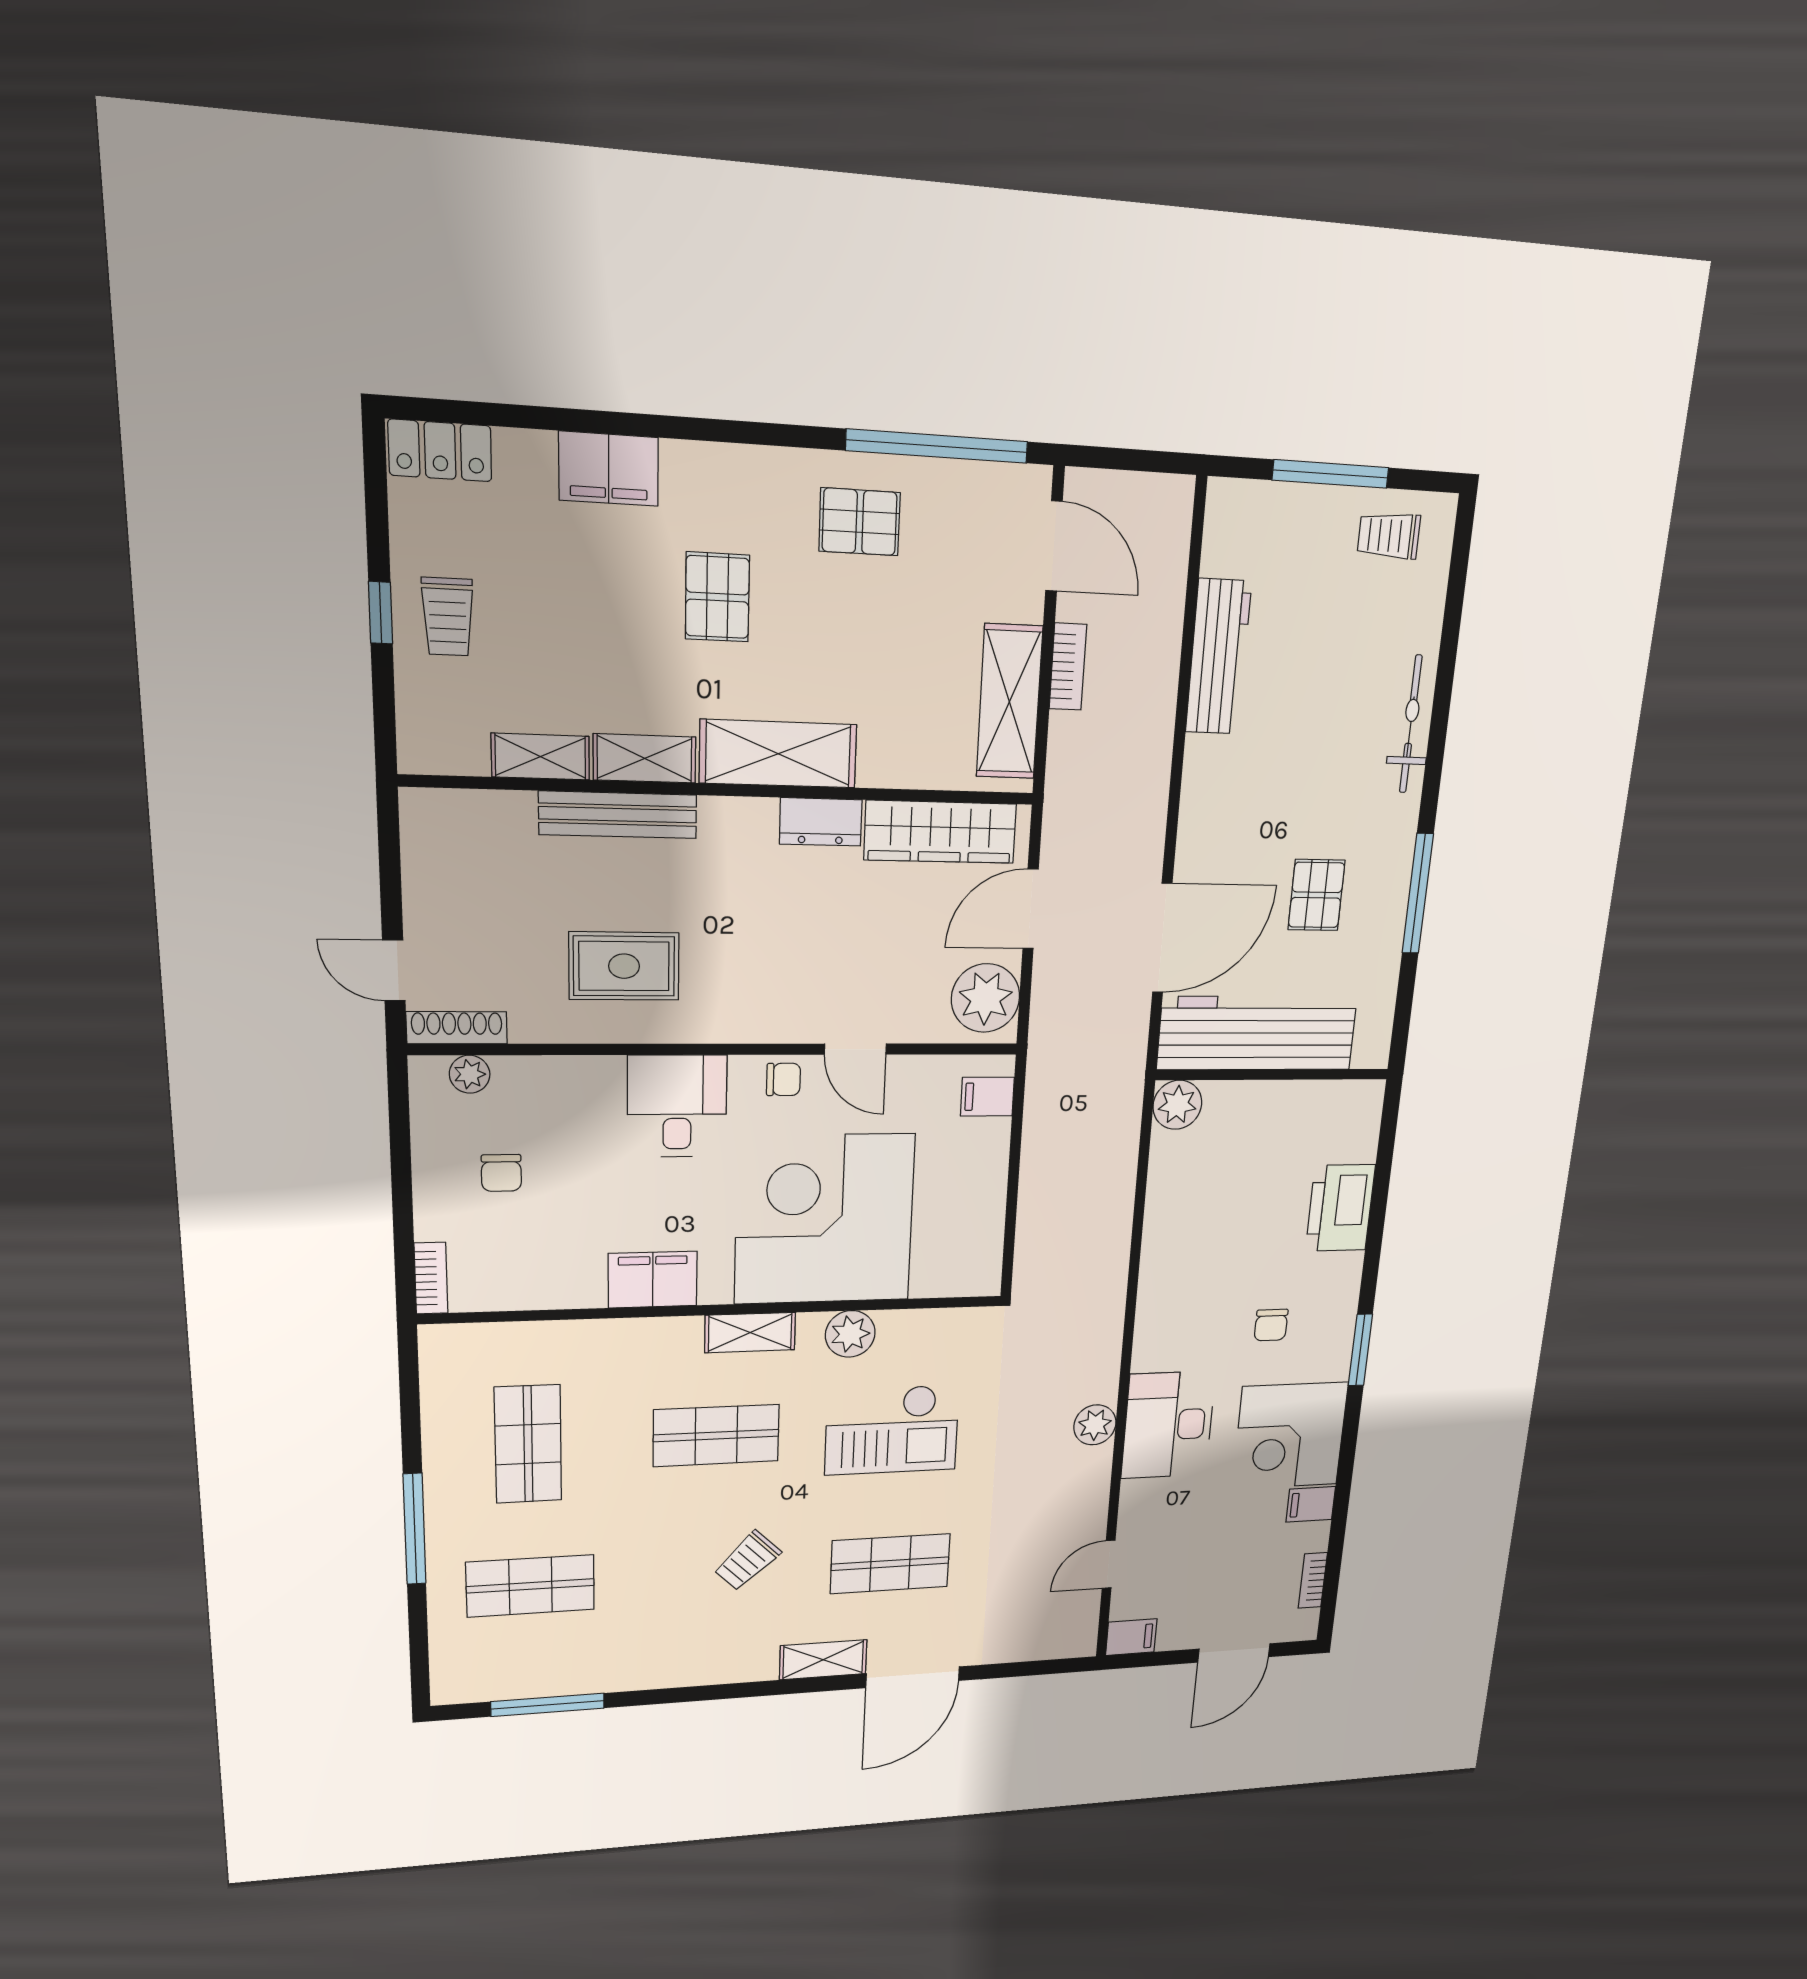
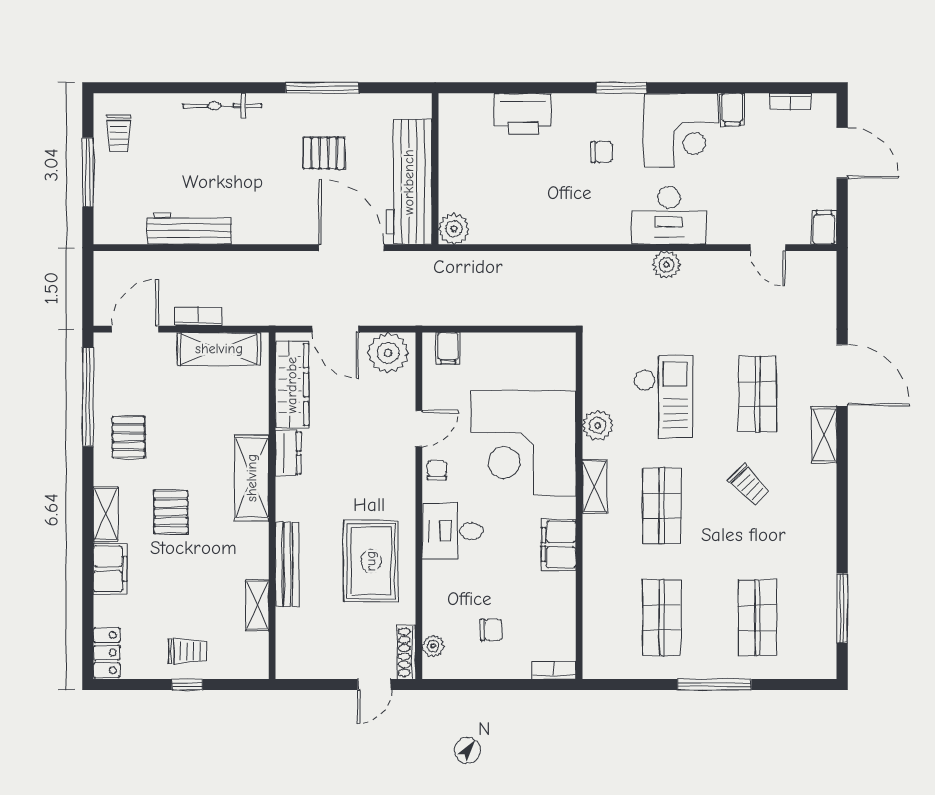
pallet: (717, 597) -> (171, 512), turned 90
shelving: (645, 758) -> (106, 514), moved
rug: (624, 966) -> (371, 561), width x1.36, depth x1.43
shop shelf: (528, 1444) -> (662, 618), turned 90

